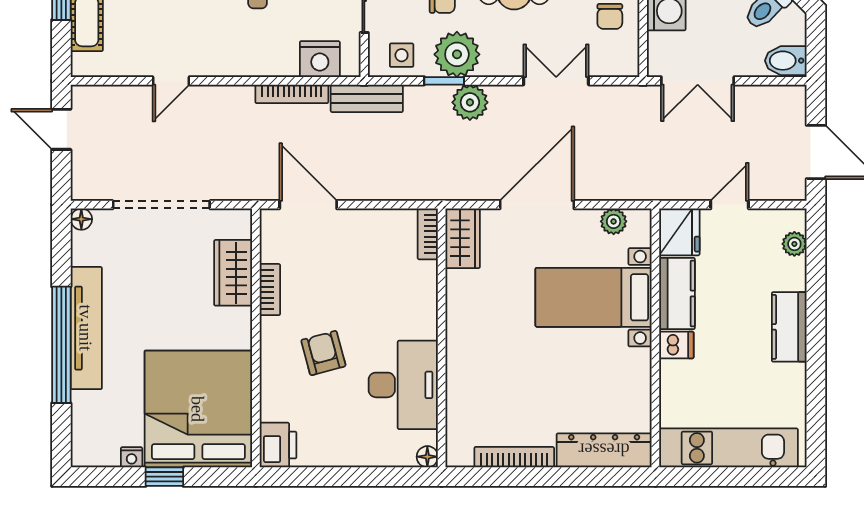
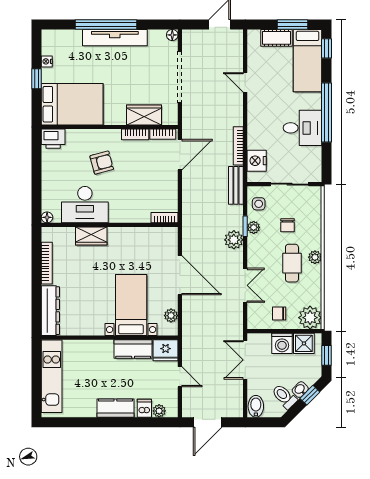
plant: (457, 54) -> (254, 227), width x0.53, depth x0.53
bookcase: (269, 237) -> (163, 134), added
wardrobe: (463, 238) -> (91, 236), moved
dishwasher: (676, 345) -> (144, 408), moved, turned 180
bed: (198, 409) -> (72, 104), width x0.73

